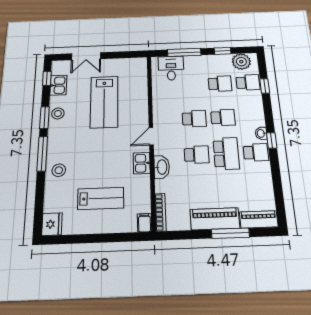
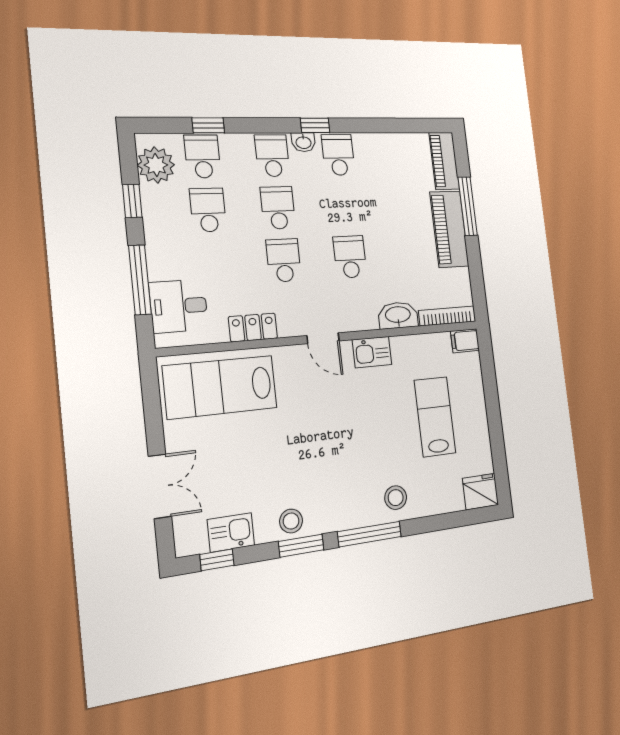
locker: (159, 101) -> (253, 327), added
lab bench: (104, 102) -> (220, 387), moved, turned 180
school desk: (226, 154) -> (272, 156), moved, width x0.54
washbasin: (162, 167) -> (398, 315), moved

